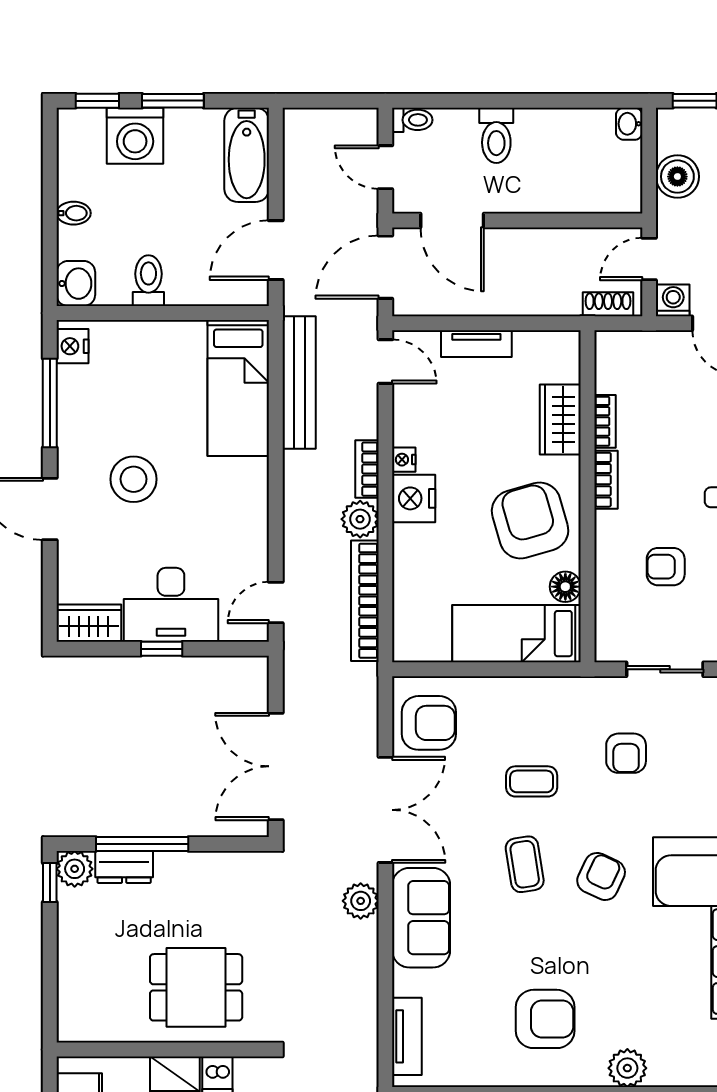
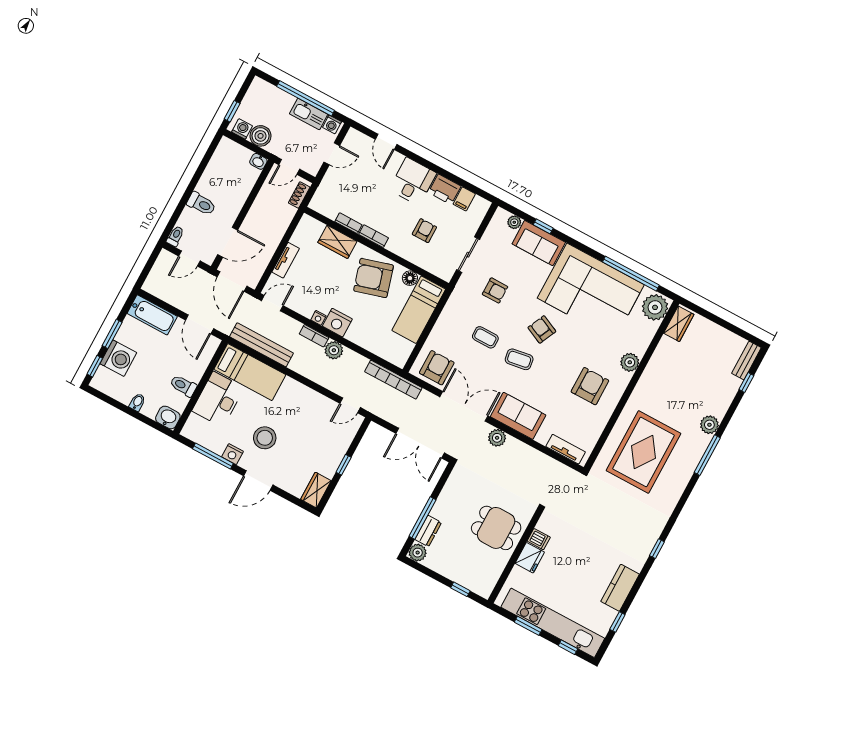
washbasin: (629, 124) -> (258, 161), moved
door: (649, 259) -> (289, 167), hinge flipped
washing machine: (673, 300) -> (242, 129), moved, turned 90
nightstand: (72, 346) -> (233, 454), moved
armchair: (666, 567) -> (424, 231), turned 180
bookcase: (365, 601) -> (393, 380), moved
door: (276, 603) -> (350, 405), hinge flipped
desk: (171, 605) -> (218, 399), moved, turned 180
coffee table: (532, 781) -> (485, 337), turned 90
window: (50, 883) -> (460, 589), moved
dining table: (196, 987) -> (496, 528), turned 90

